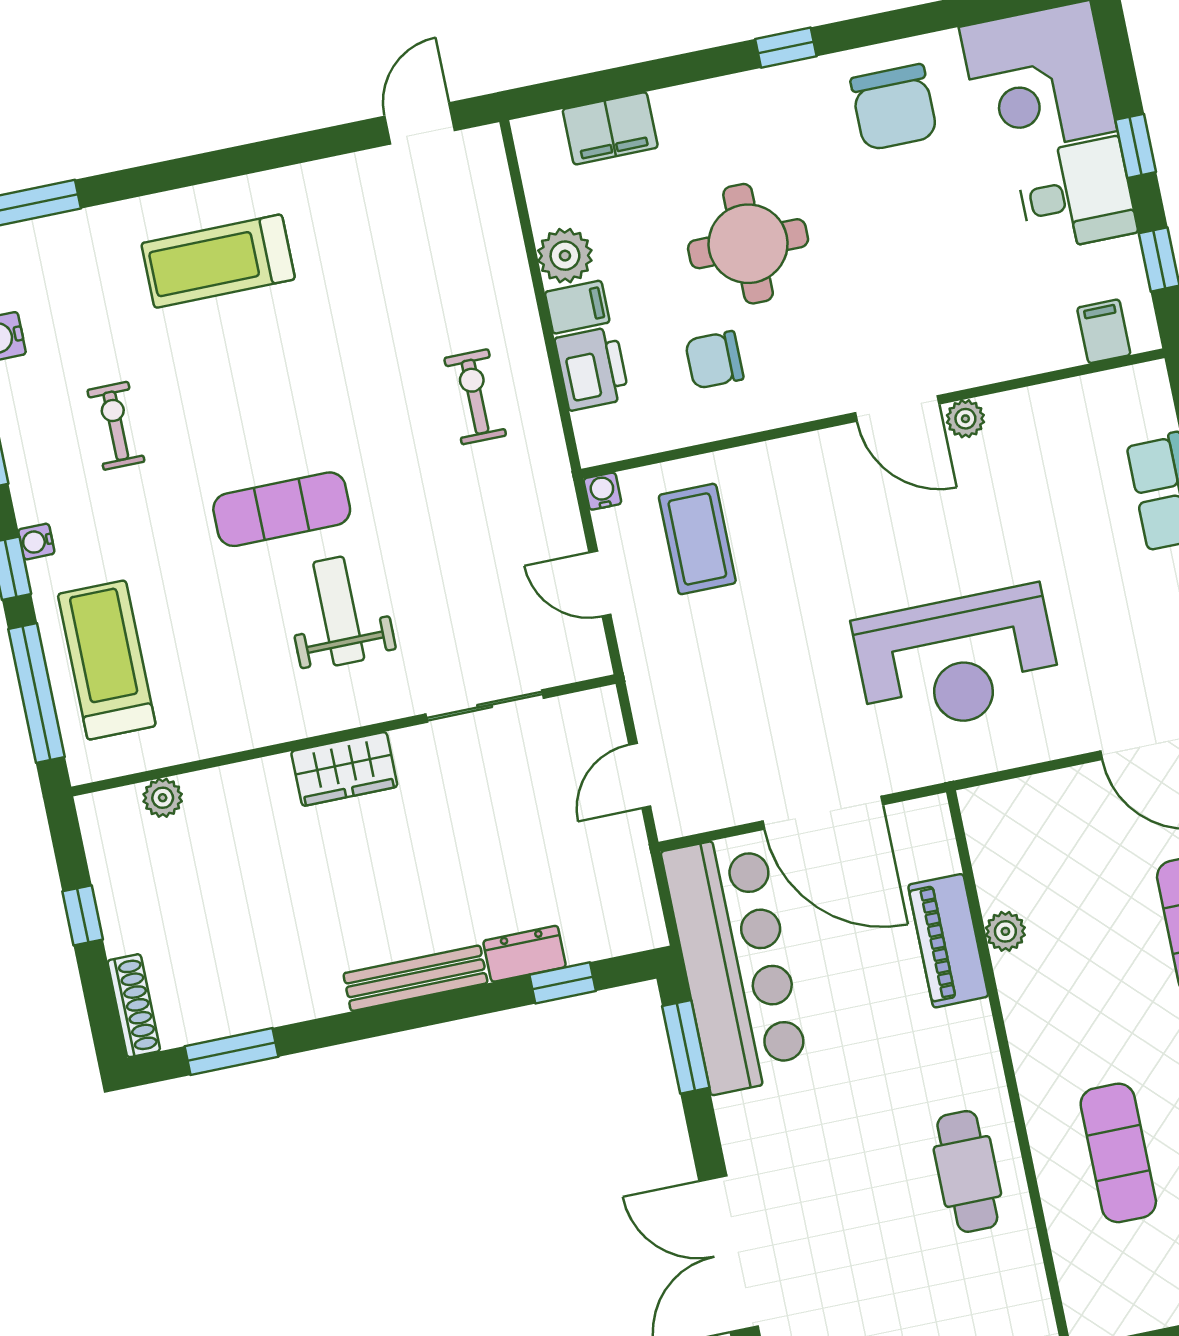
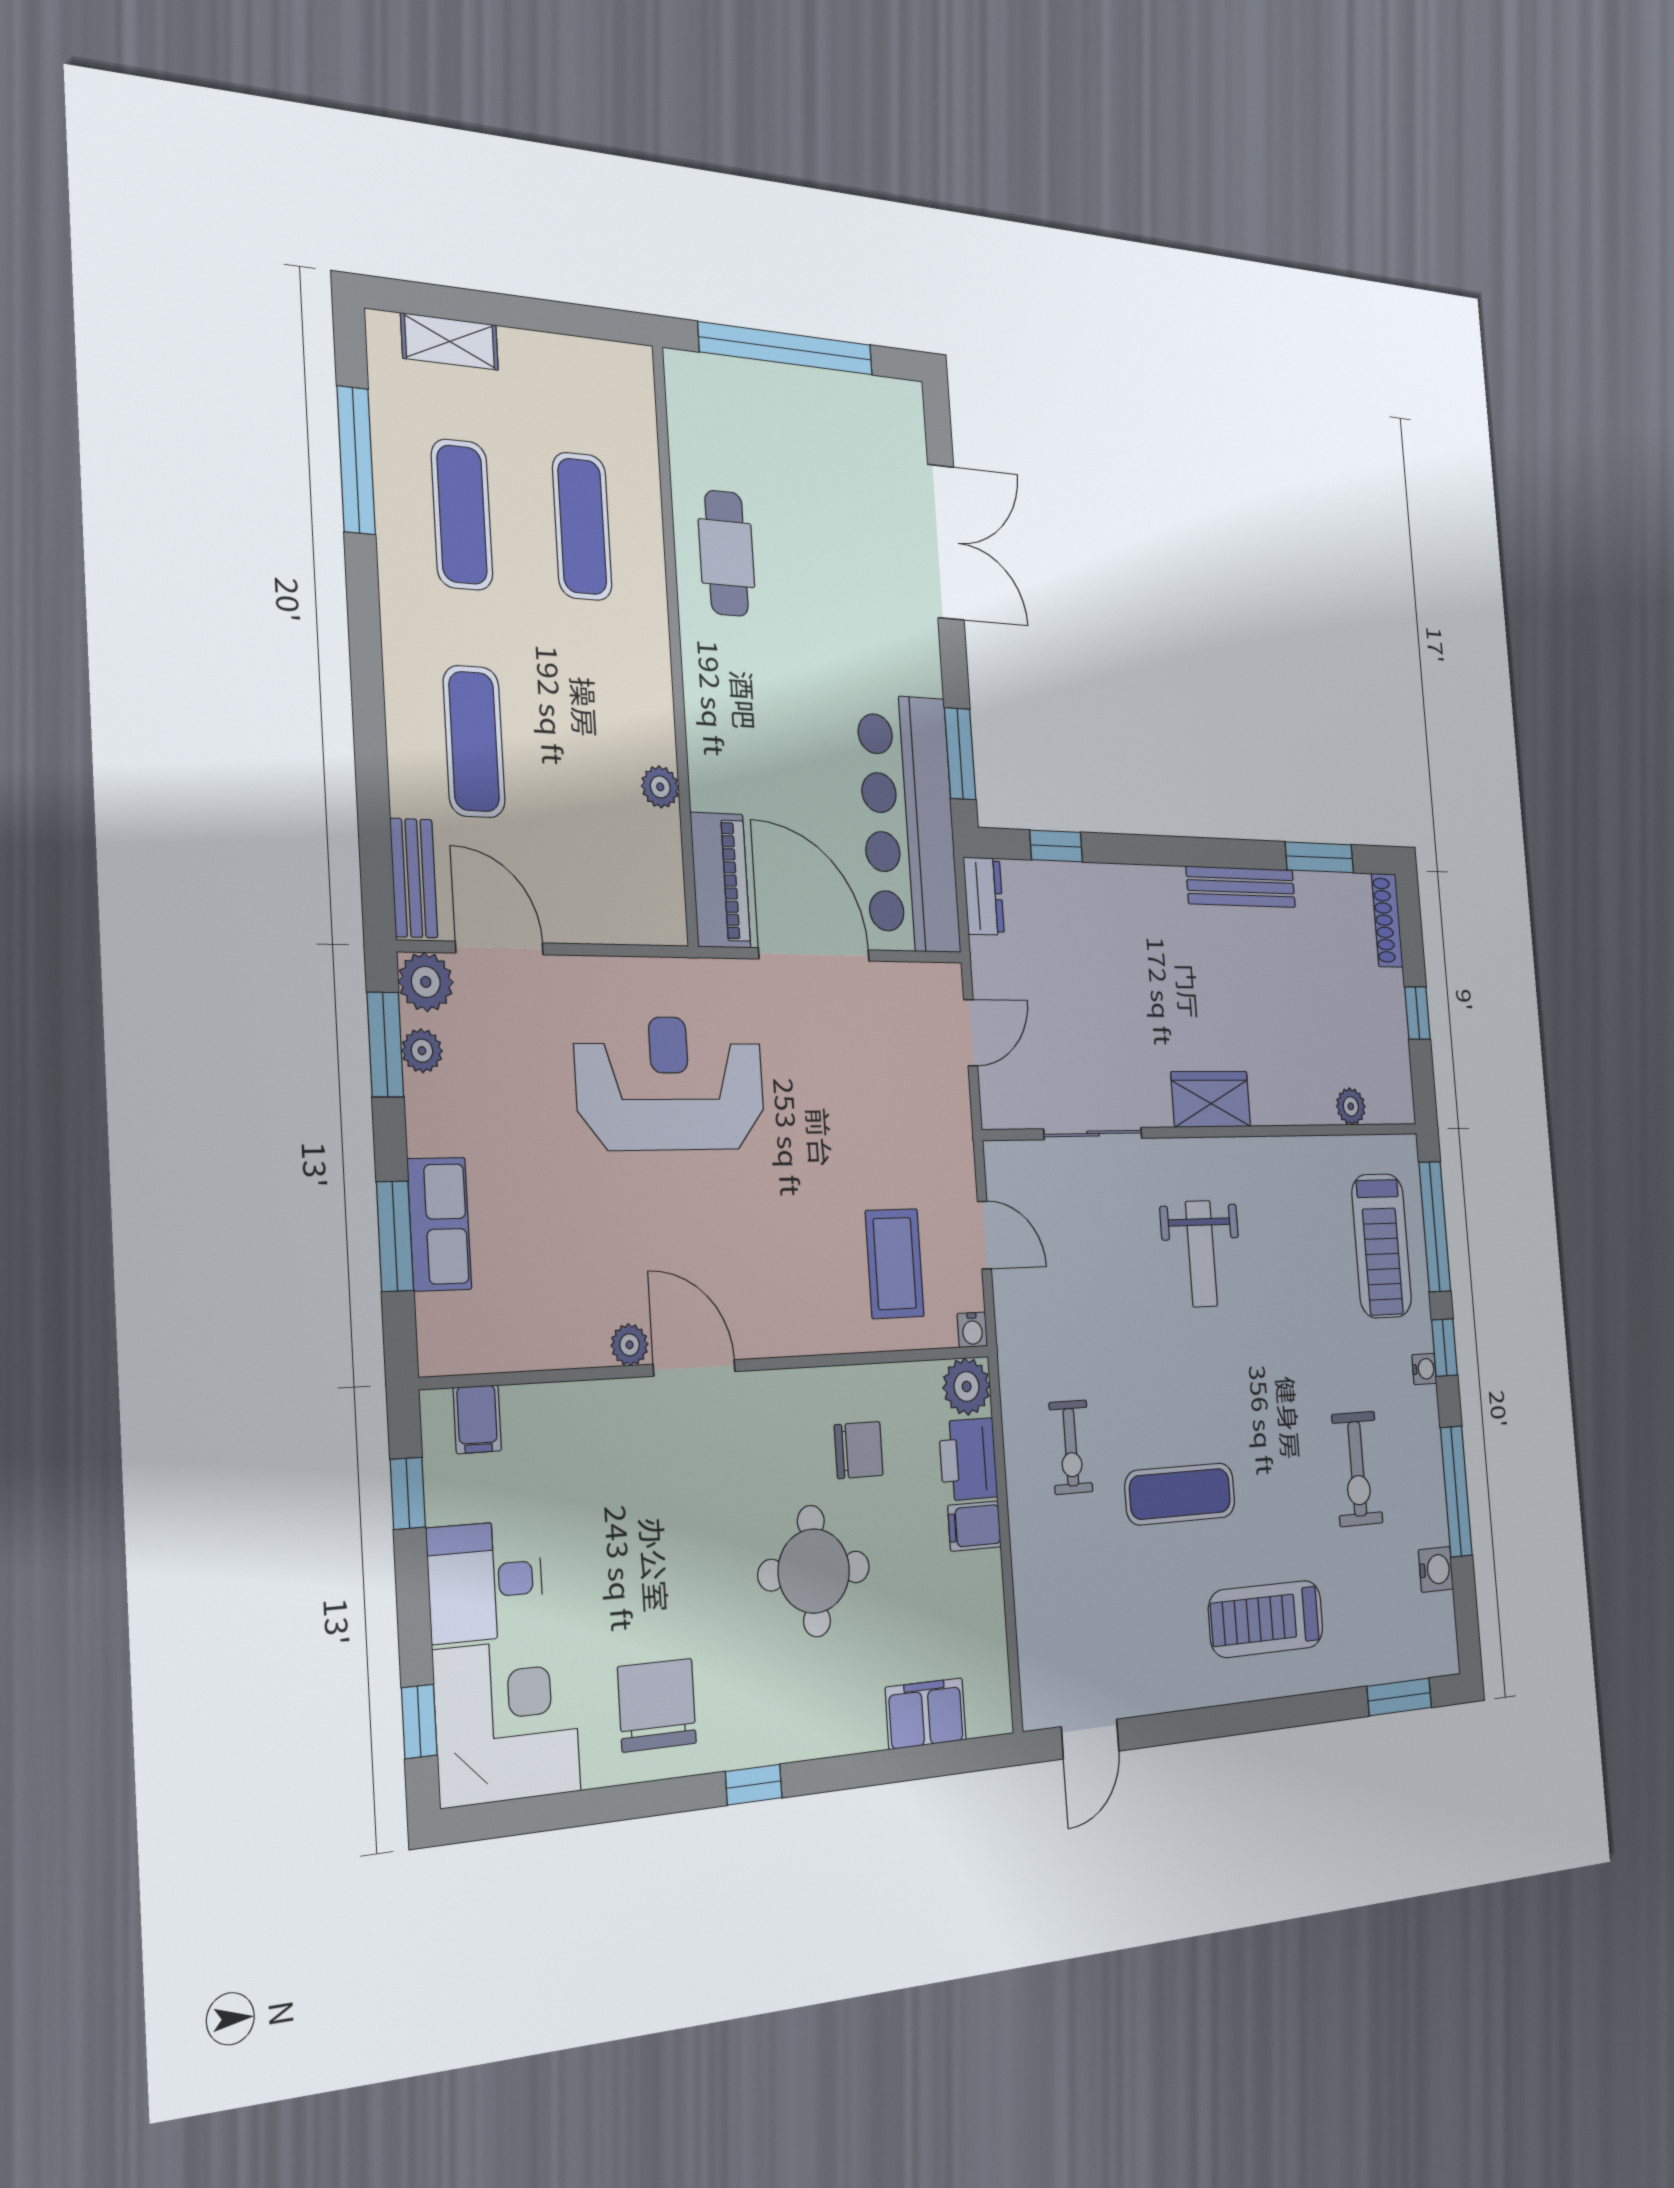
window: (1136, 146) -> (419, 1721), moved
plant: (565, 256) -> (967, 1387), moved
treadmill: (218, 261) -> (1266, 1619), turned 180
exercise bike: (116, 426) -> (1357, 1469), width x1.38, depth x1.39
exercise mat: (282, 509) -> (1180, 1494), moved
piano: (948, 941) -> (720, 880), moved
dresser: (525, 954) -> (984, 896), moved, turned -90
bench: (415, 978) -> (1241, 887), moved

